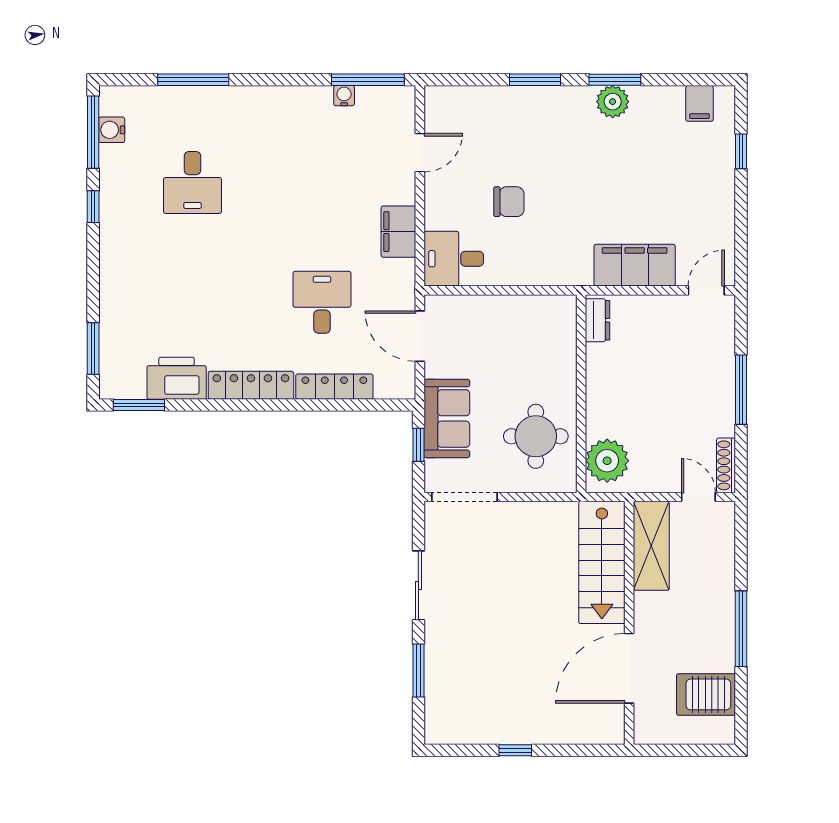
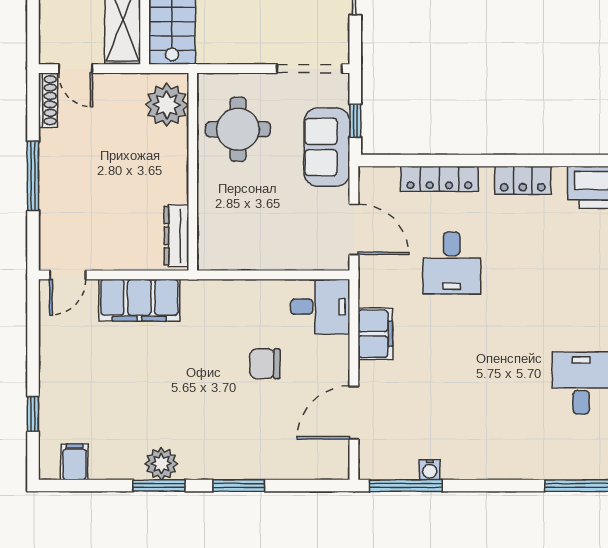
door: (420, 153) -> (354, 413), width x1.38
dresser: (598, 320) -> (176, 236), width x1.44
locker: (251, 385) -> (523, 180), width x0.66

